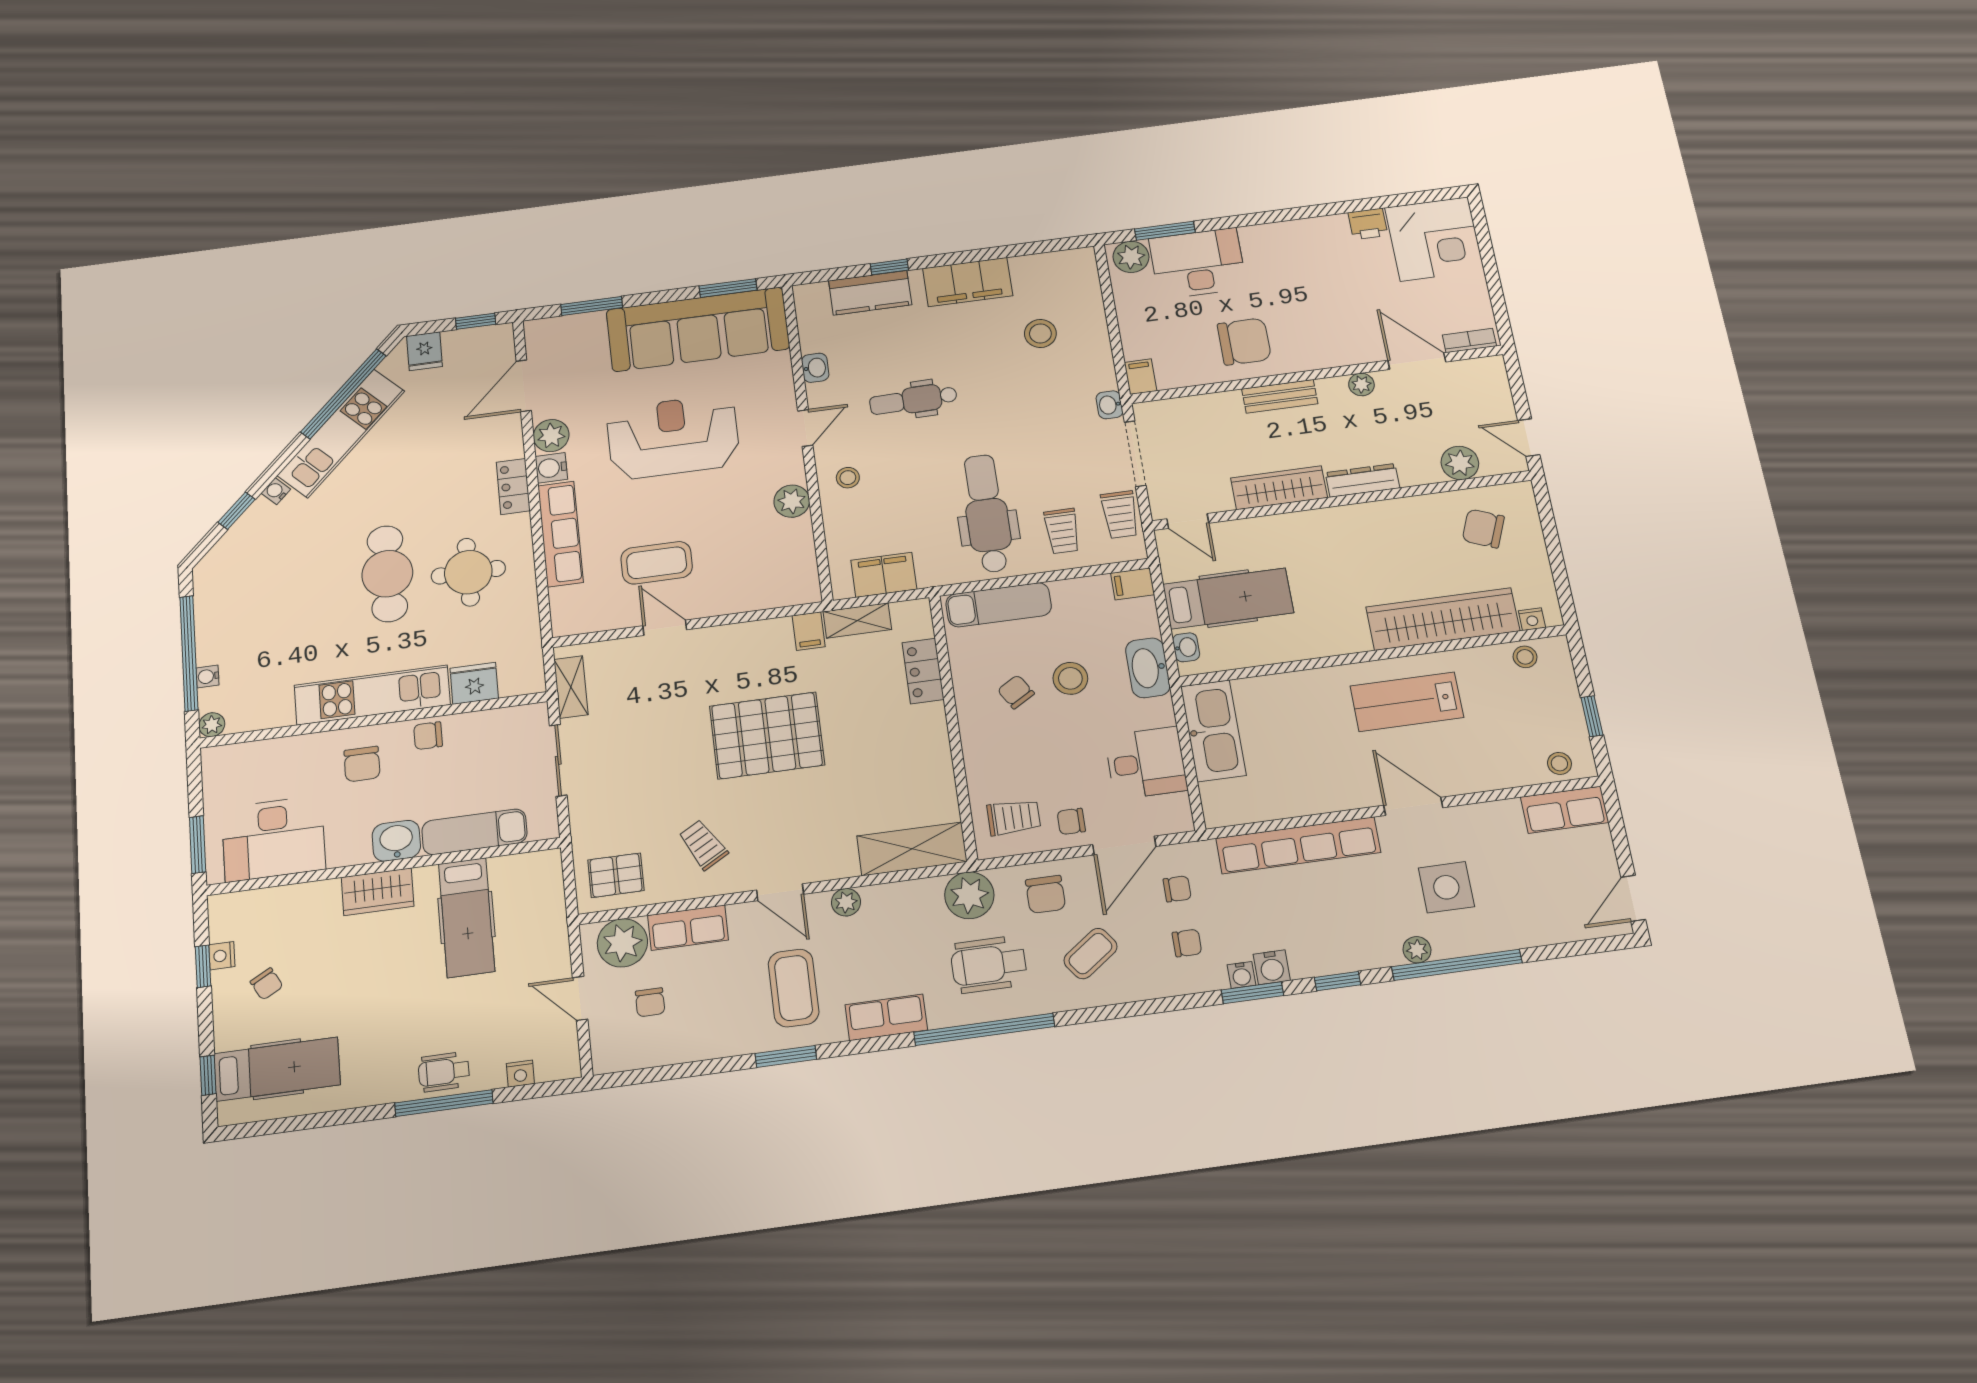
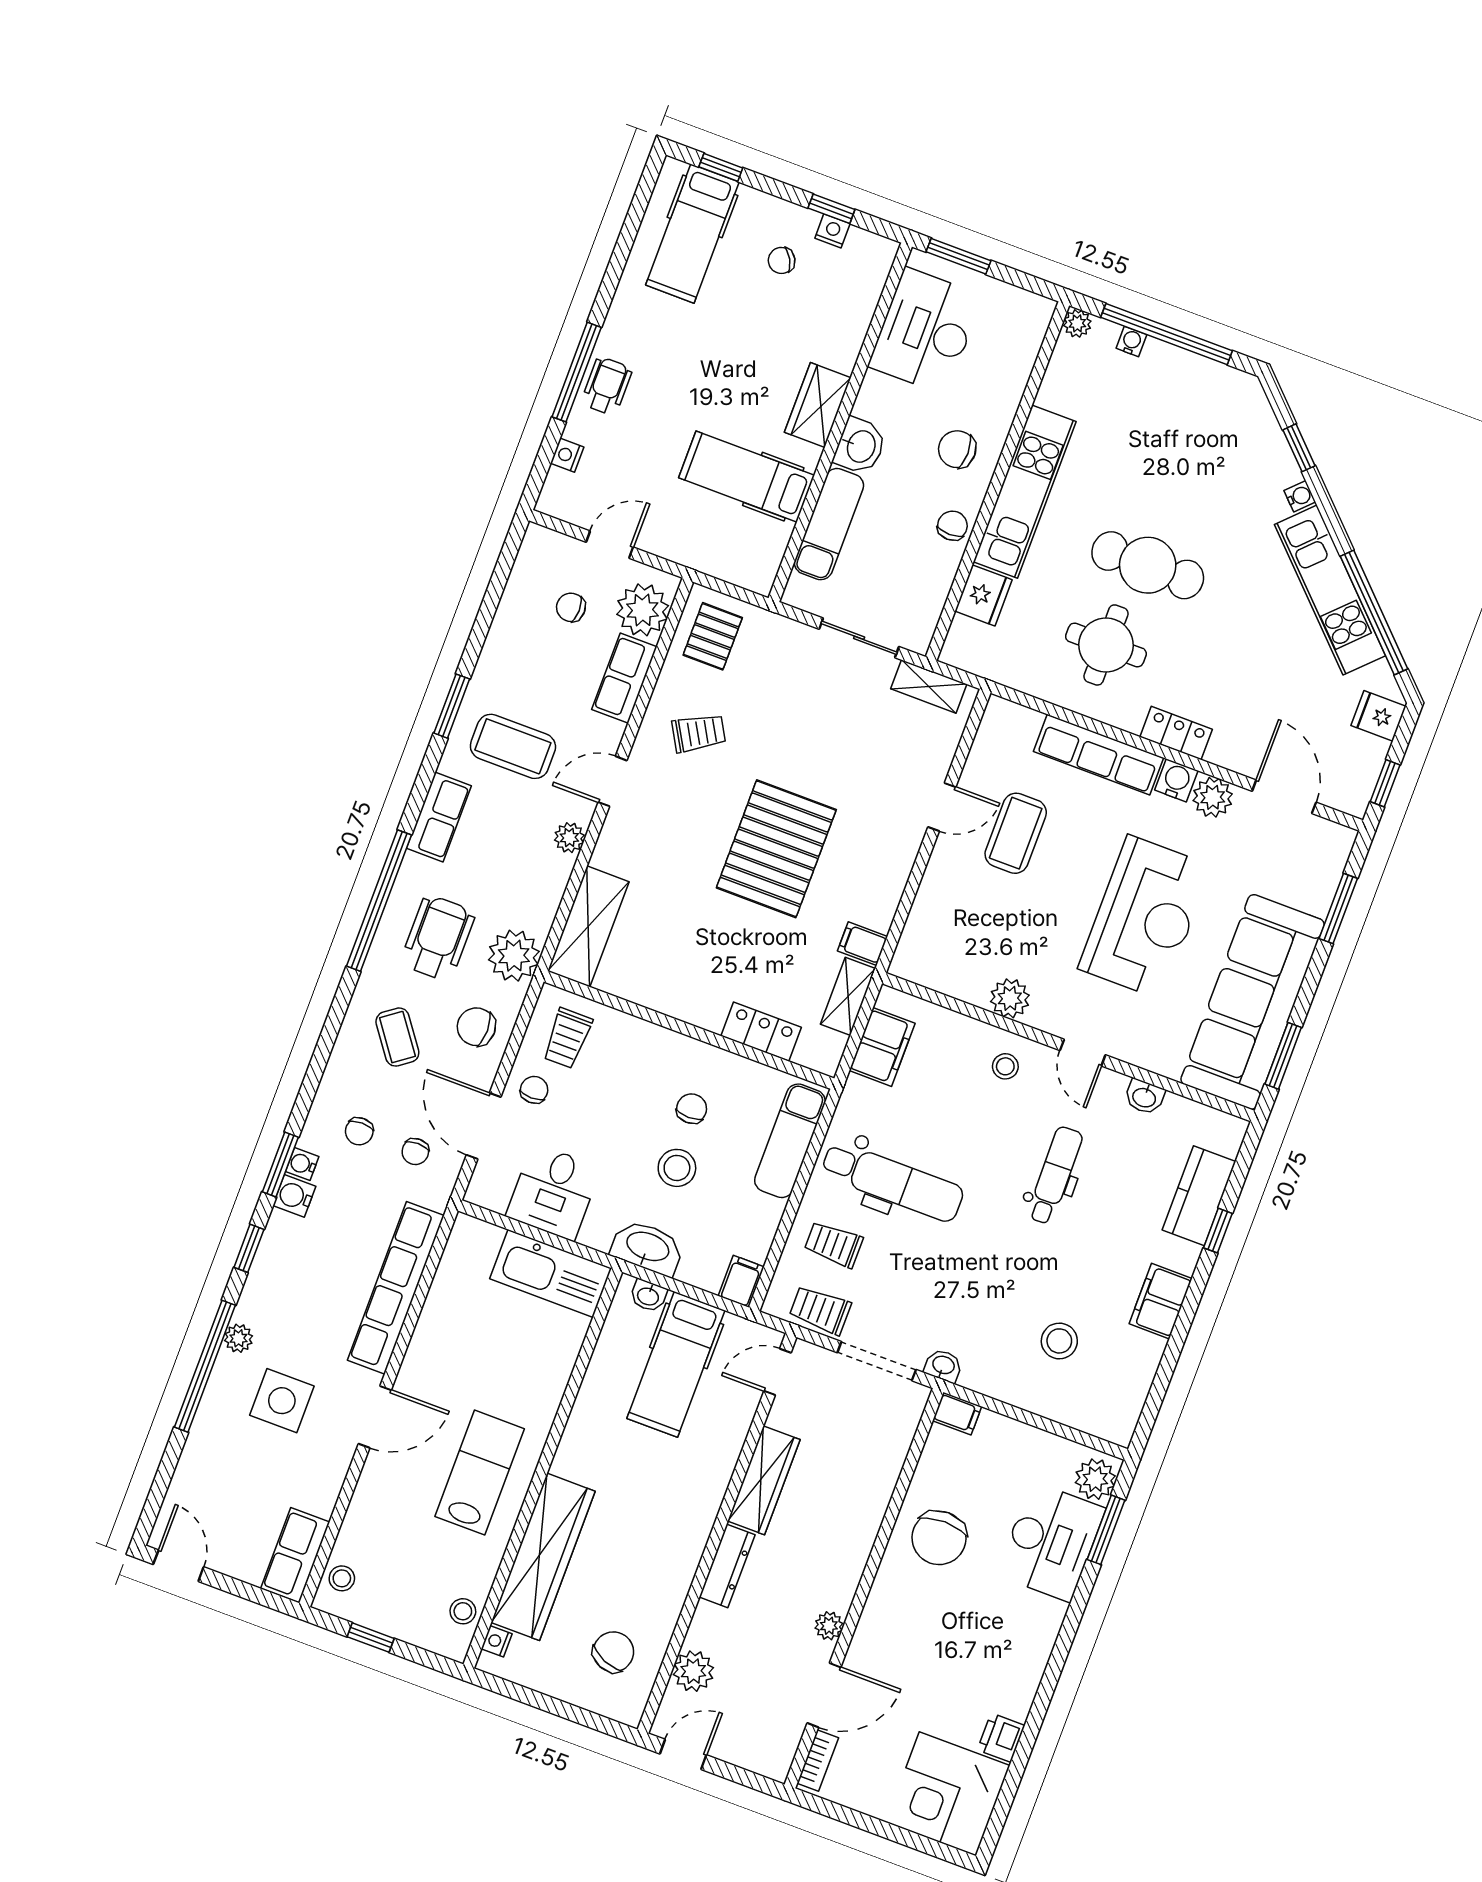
filing cabinet: (968, 282) -> (1161, 1301), width x0.67, depth x0.86
bench: (1280, 396) -> (860, 1538), removed
chair: (1016, 692) -> (692, 1109), turned -59

